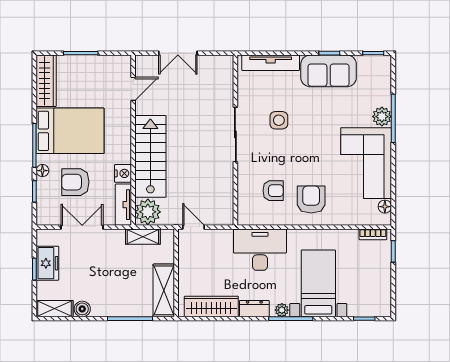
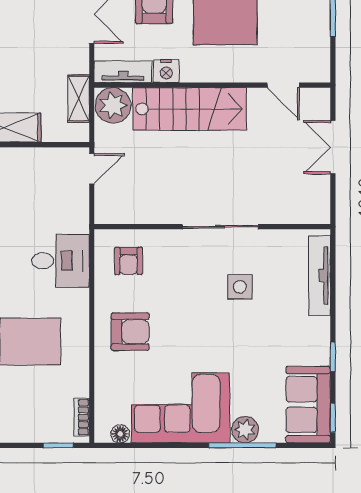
sofa: (329, 71) -> (308, 405), moved
armchair: (273, 191) -> (129, 261), moved
desk: (260, 250) -> (60, 261), width x0.73

